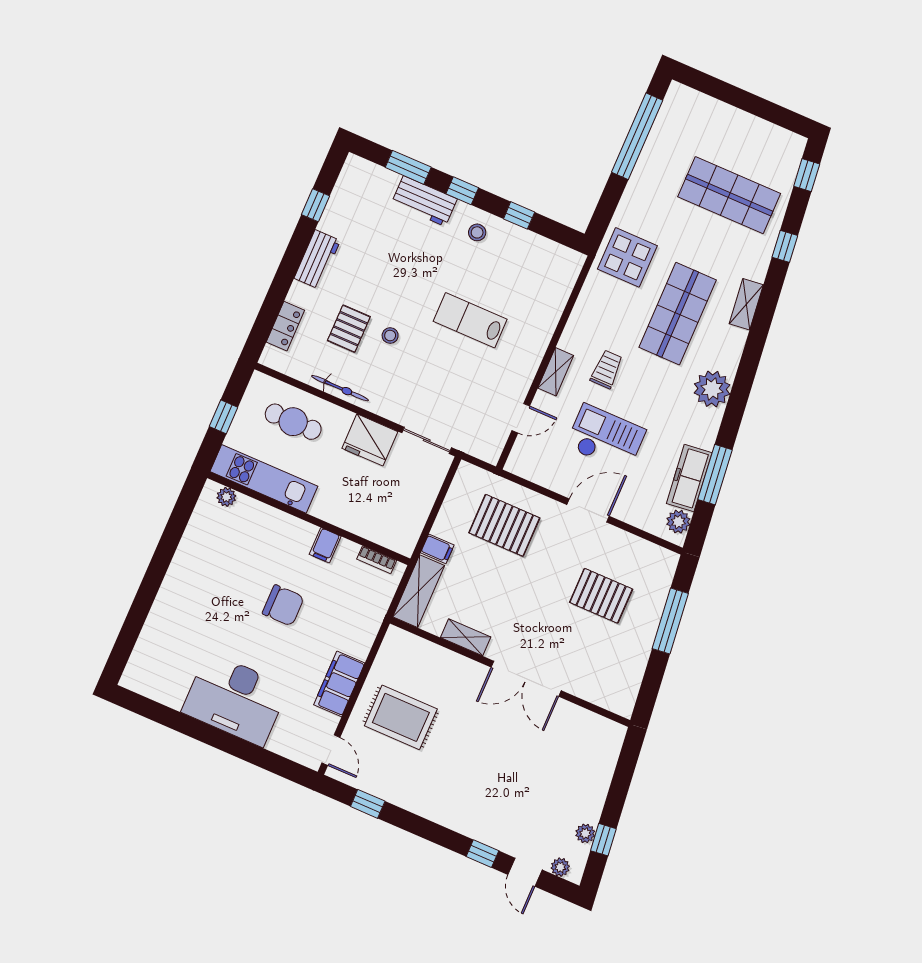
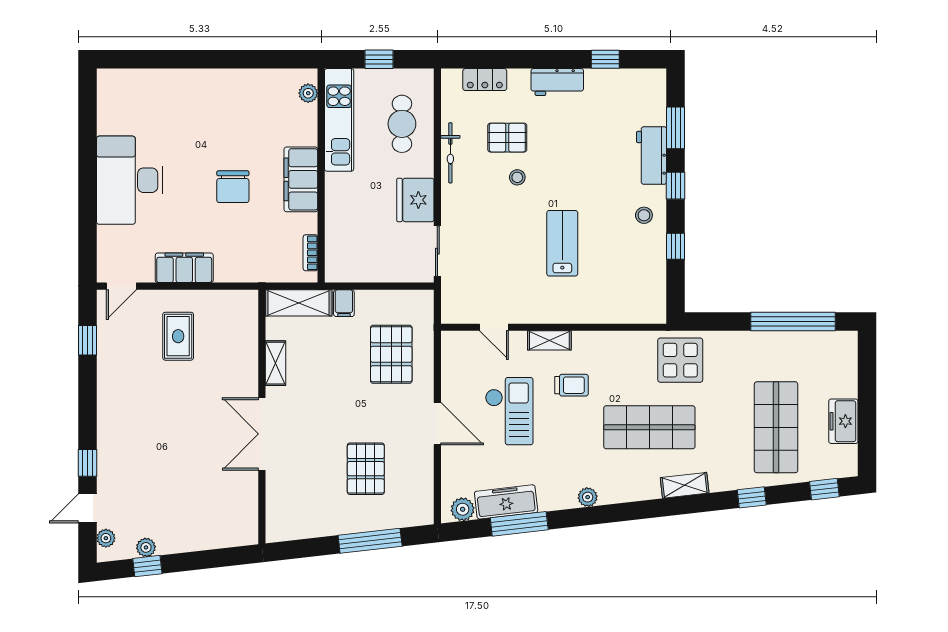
freezer: (751, 130) -> (843, 421), added
plant: (712, 389) -> (588, 497), width x0.53, depth x0.53
filing cabinet: (325, 545) -> (301, 179), width x3.00, depth x1.17
rug: (401, 717) -> (178, 336), width x0.73, depth x0.70

